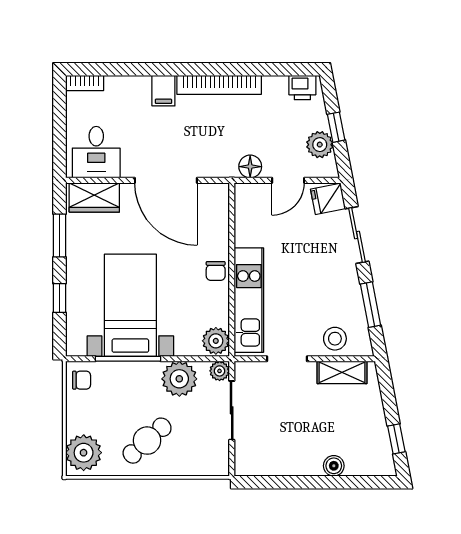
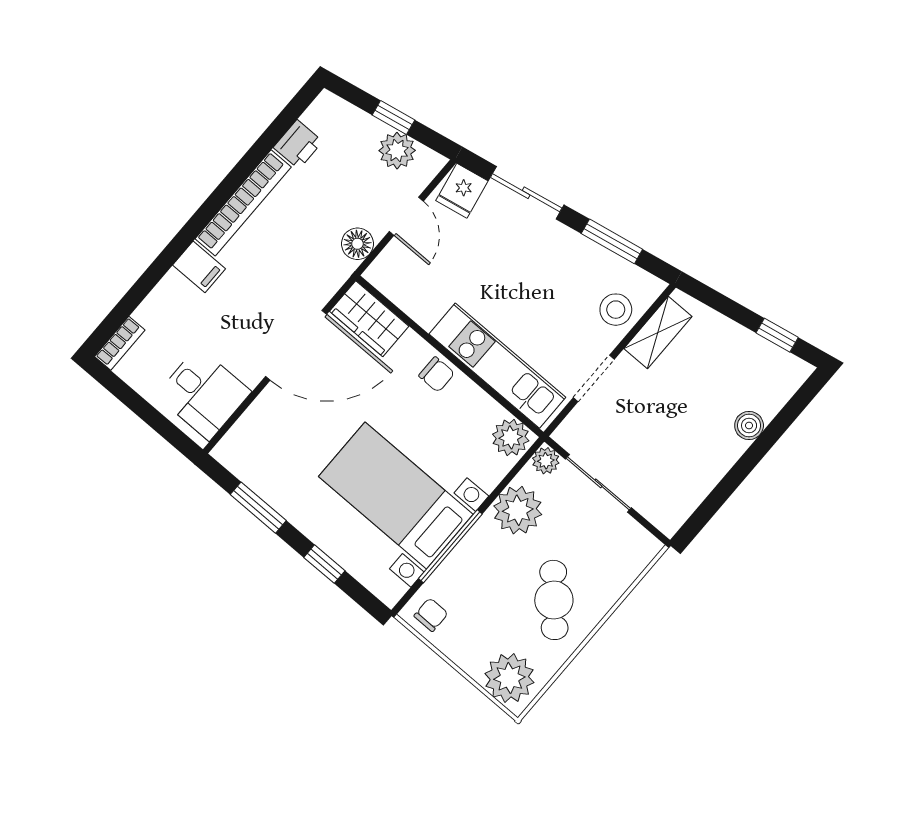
printer: (302, 87) -> (298, 144), moved
wardrobe: (94, 197) -> (369, 319), moved, turned 90

